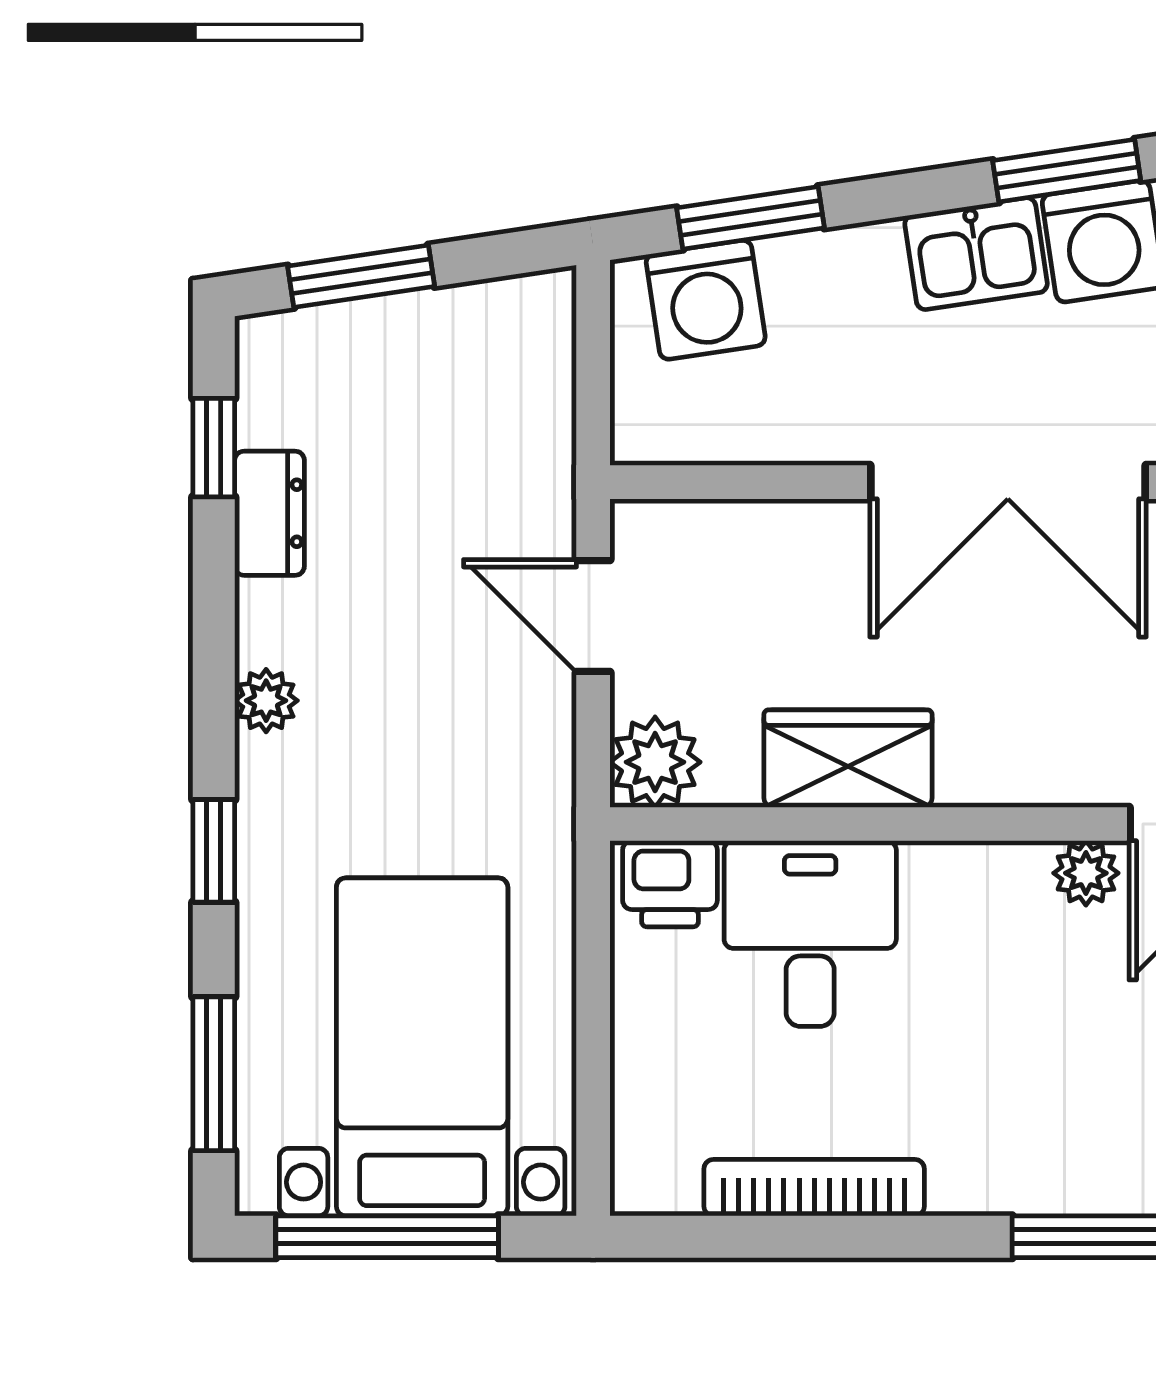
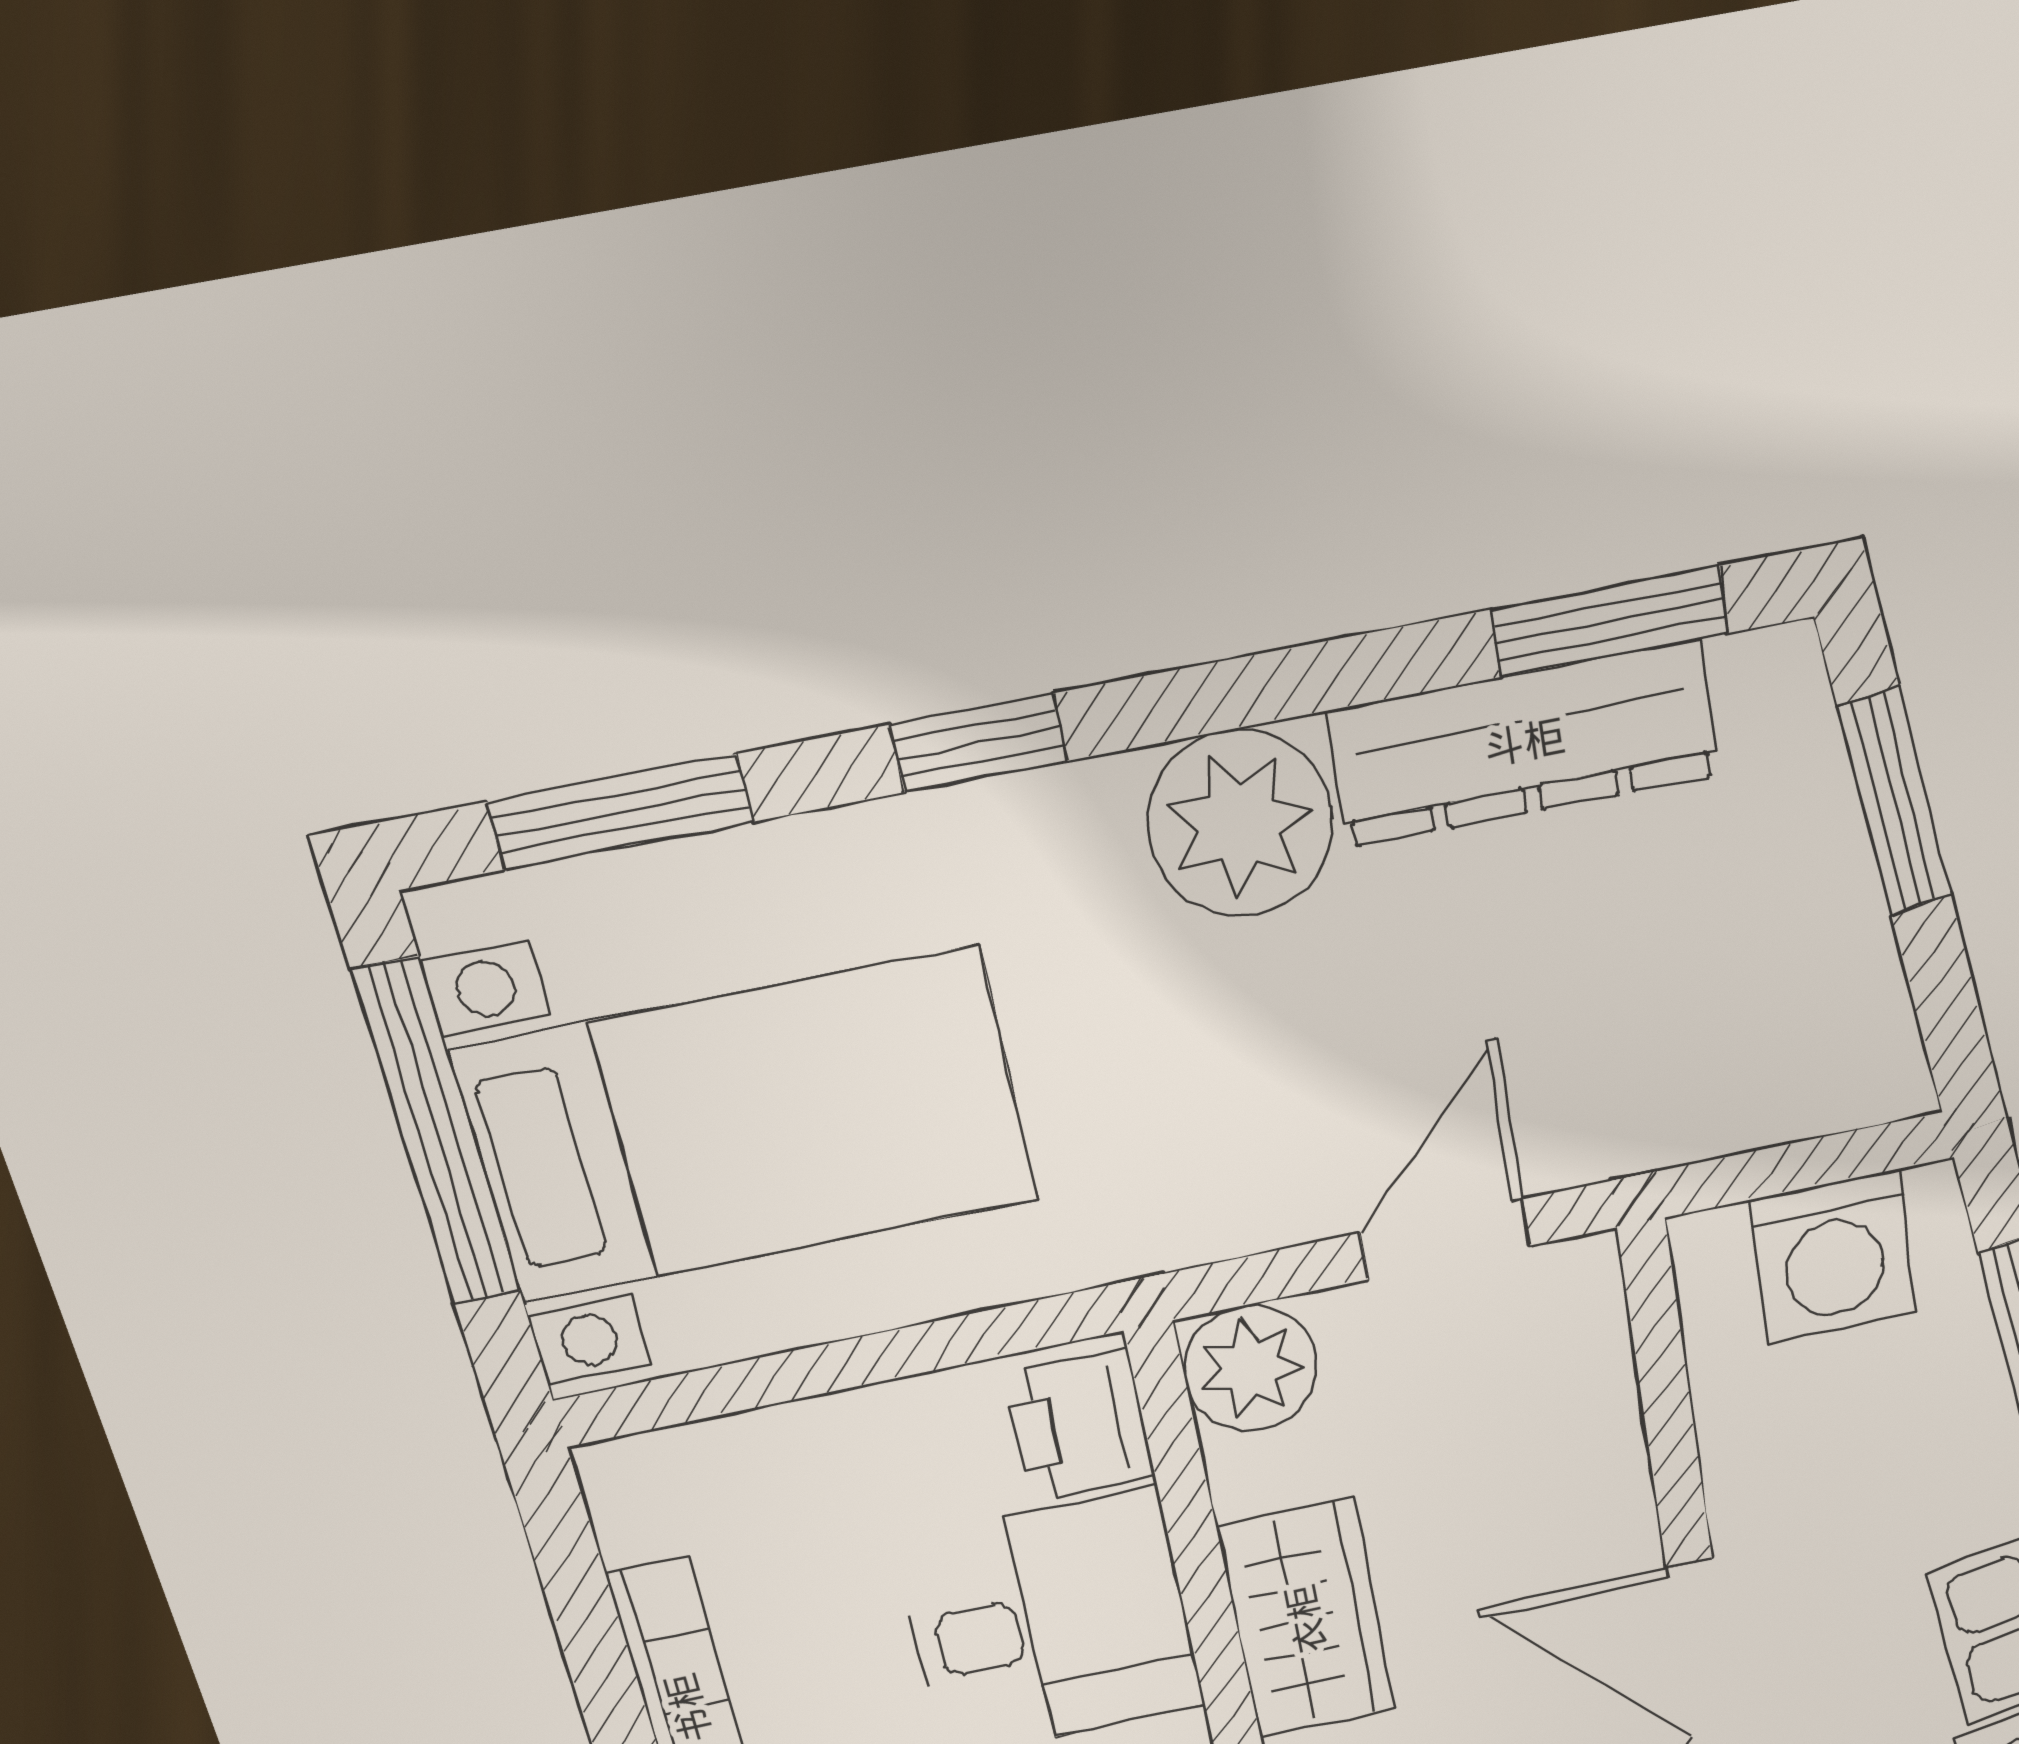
washing machine: (706, 300) -> (1834, 1257), moved, turned -81
window: (214, 448) -> (1610, 621), width x1.50
dresser: (270, 513) -> (1524, 743), width x1.96, depth x1.24
plant: (266, 701) -> (1240, 824), width x1.87, depth x1.87

